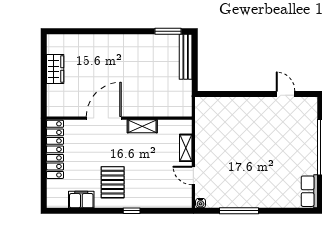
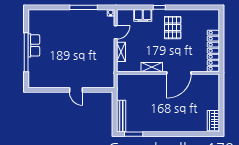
wardrobe: (55, 69) -> (213, 121), moved
door: (286, 94) -> (76, 90), moved
door: (193, 175) -> (116, 32), hinge flipped
row of seats: (309, 191) -> (34, 45), moved
filing cabinet: (81, 199) -> (143, 15), moved

